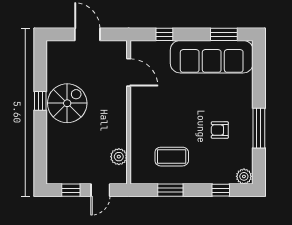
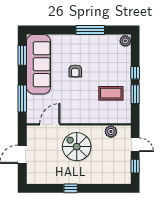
window: (164, 34) -> (22, 98), width x2.17
spiral stairs: (67, 103) -> (77, 147), moved
armchair: (220, 130) -> (75, 71), moved
coffee table: (172, 157) -> (111, 93), turned 90
window: (221, 190) -> (135, 73), moved

